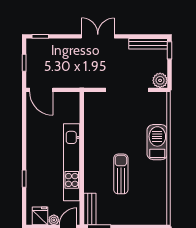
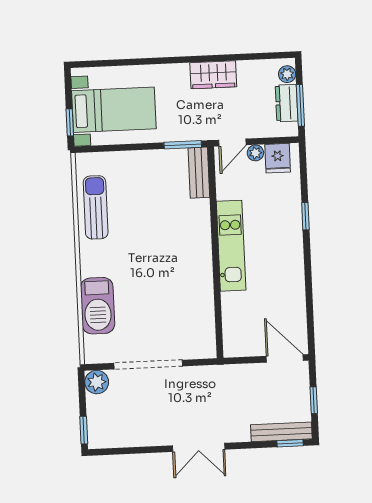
bench: (148, 44) -> (281, 432), moved
barbecue: (157, 142) -> (98, 306), moved
kitchen unit: (72, 162) -> (231, 246), width x0.73
sun lounger: (121, 174) -> (96, 207), moved, turned 180

